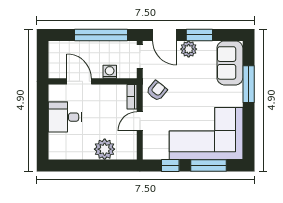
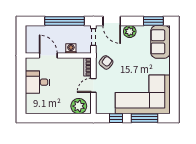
window: (199, 35) -> (153, 21), moved
window: (249, 84) -> (174, 58), removed
plant: (105, 149) -> (79, 106), moved

